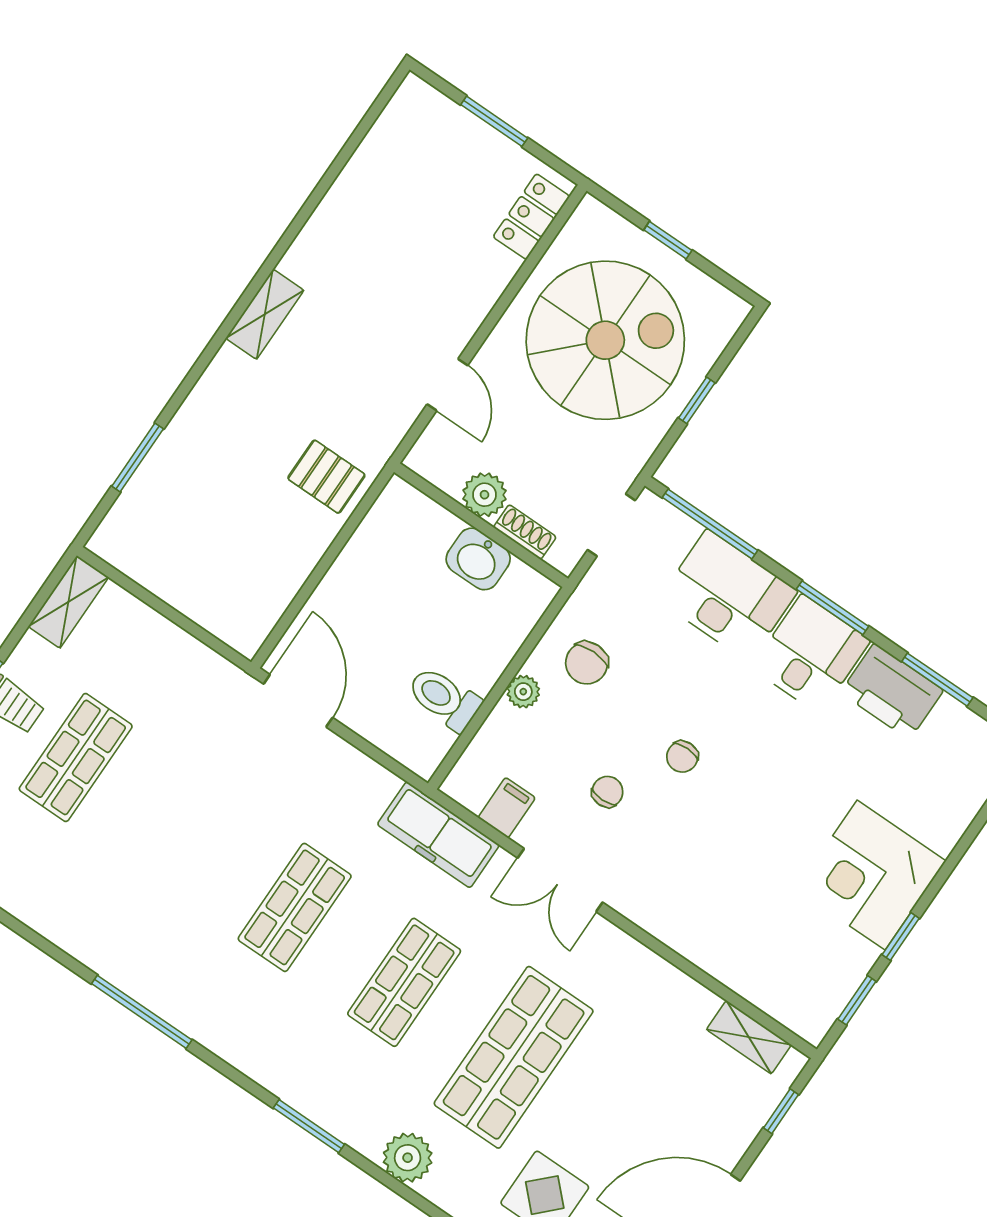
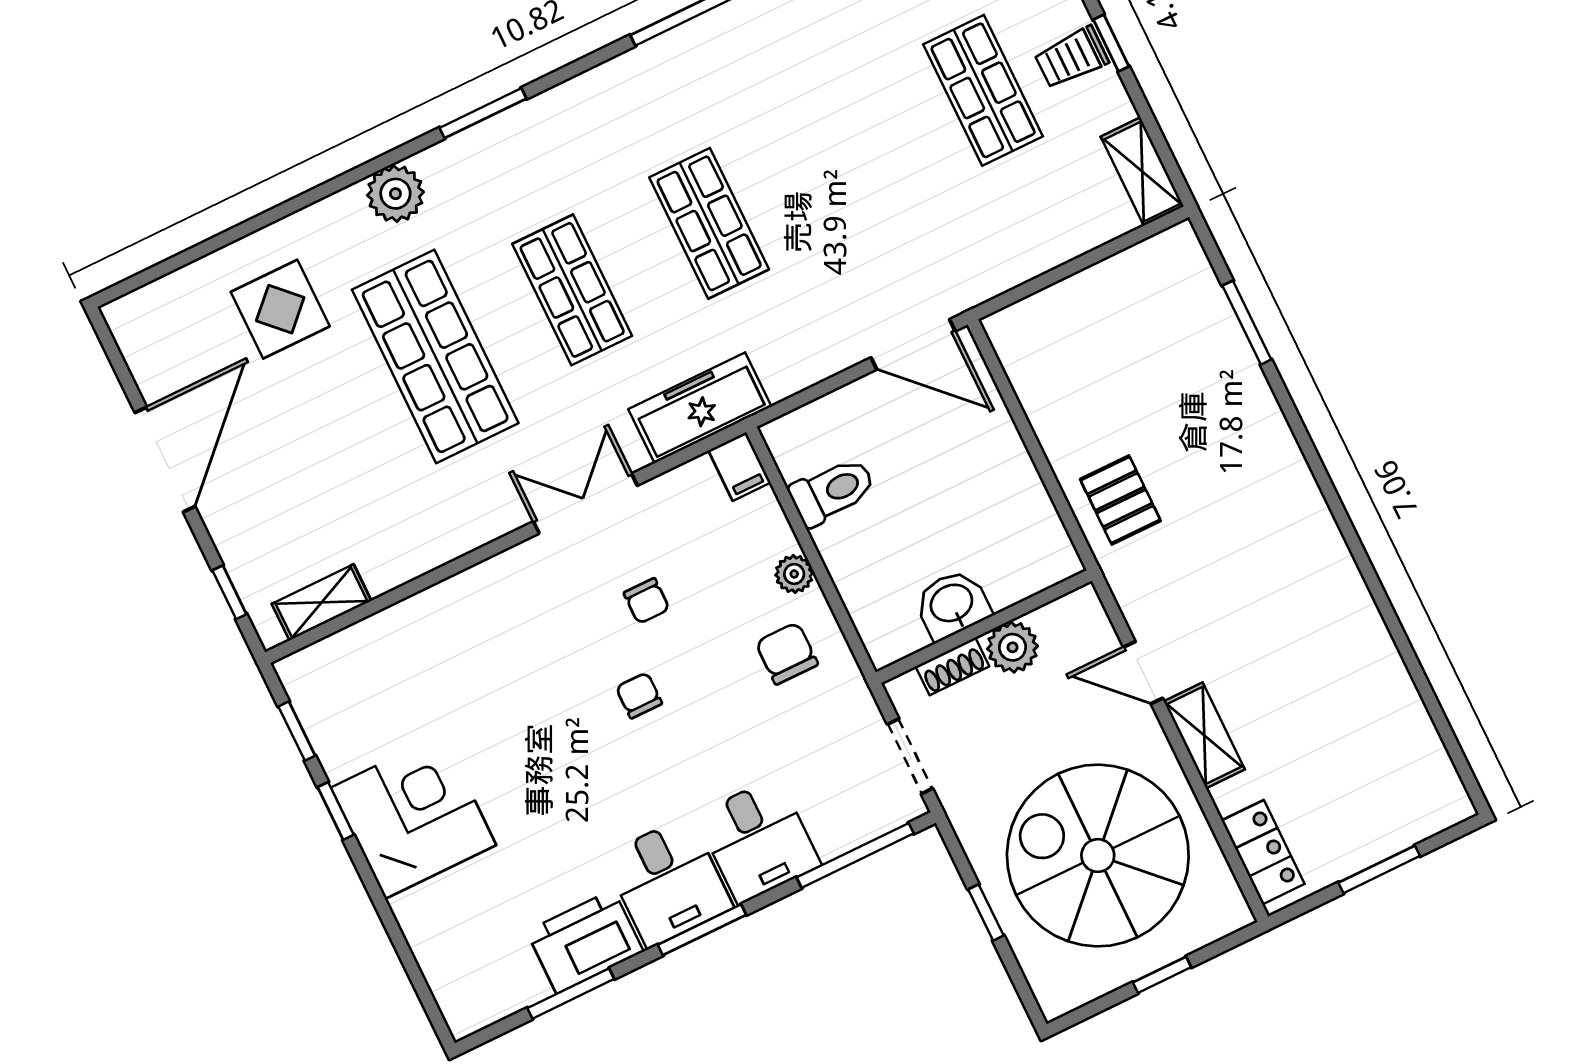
shelving: (265, 314) -> (1204, 735), moved
spiral stairs: (605, 340) -> (1098, 856), turned 90
pallet: (326, 477) -> (1120, 500), turned 90
desk: (728, 595) -> (758, 840), width x0.73
filing cabinet: (507, 808) -> (739, 466), moved

